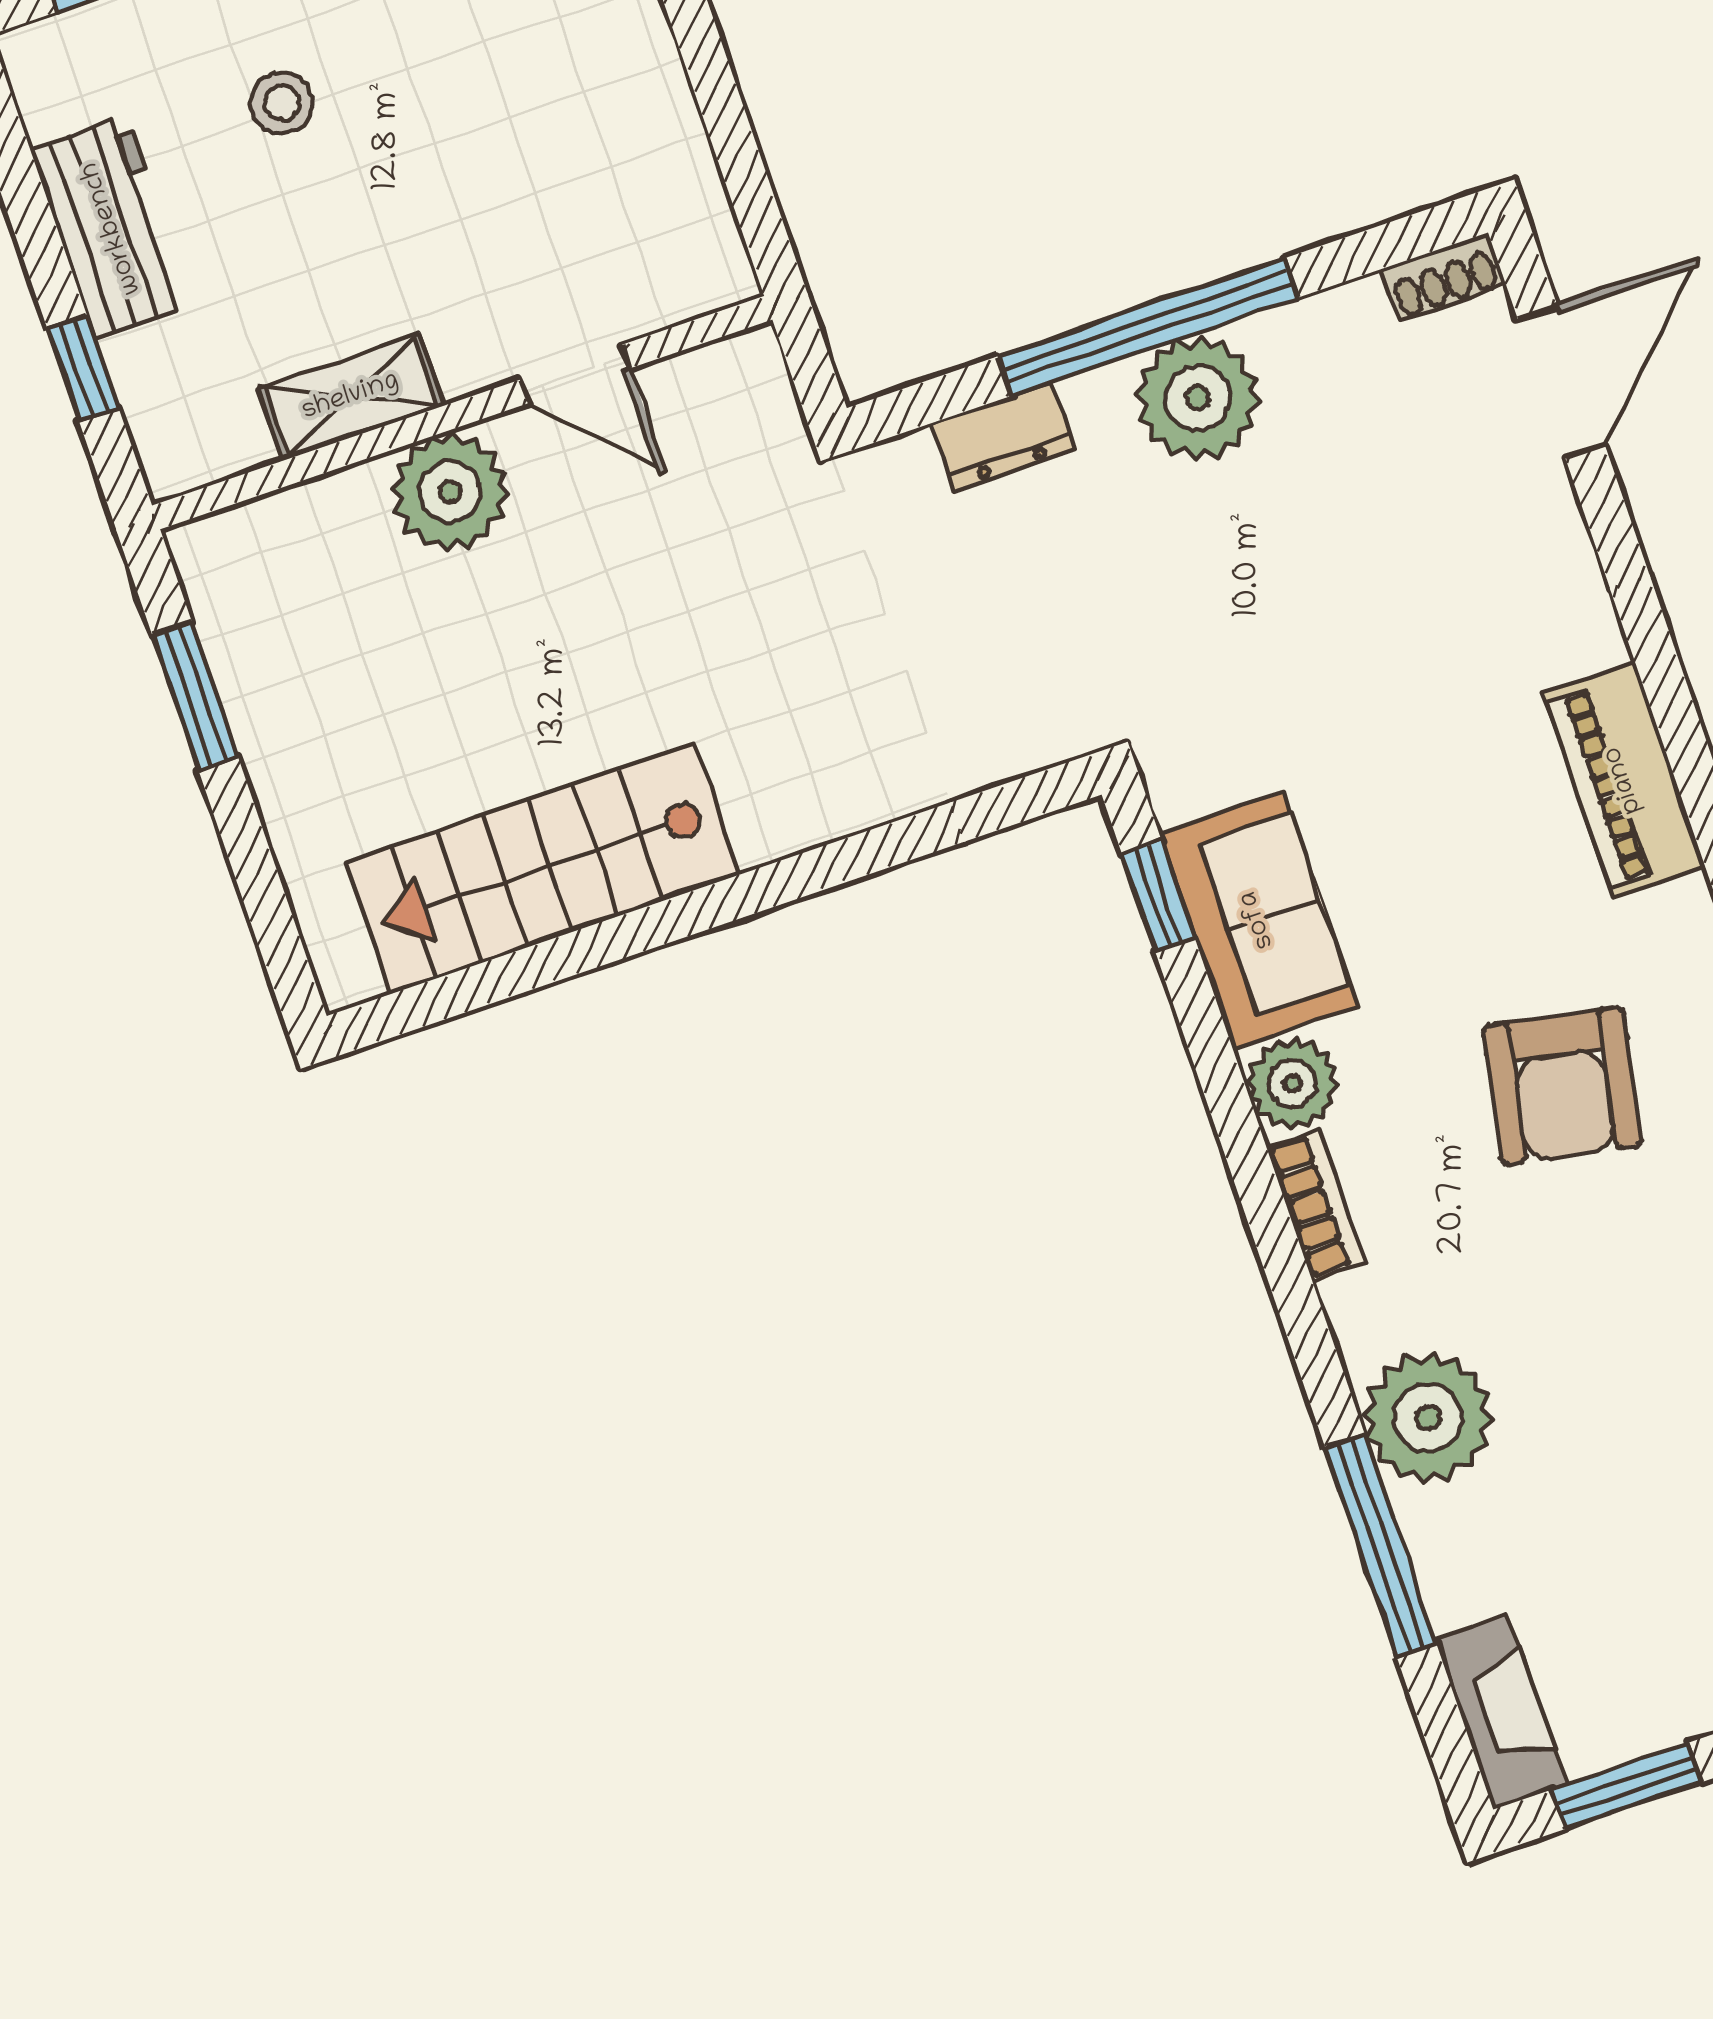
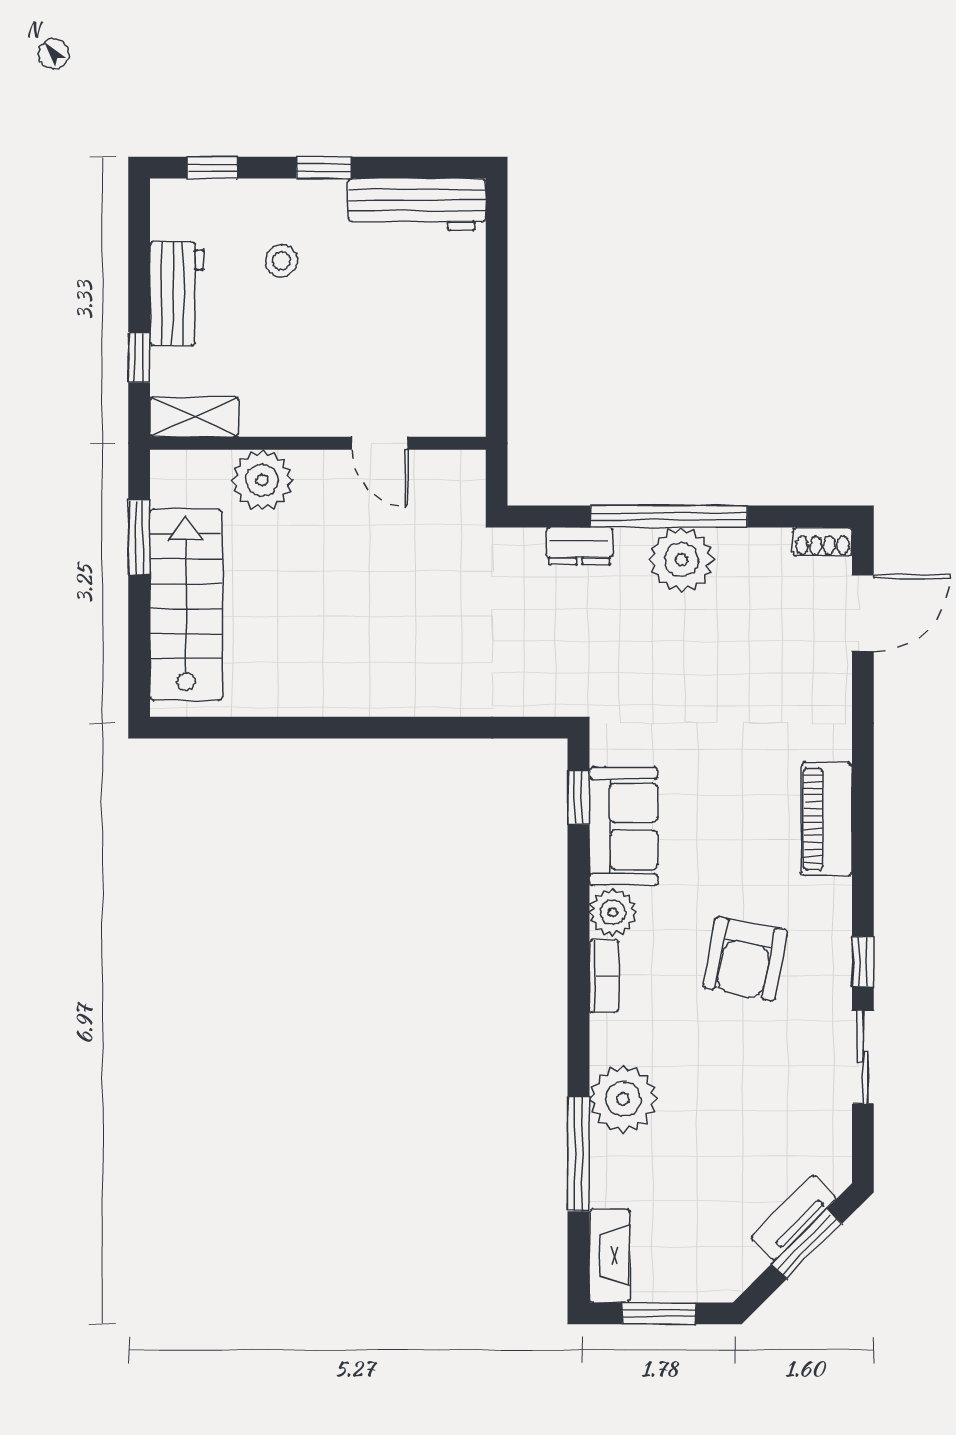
shelving: (351, 397) -> (194, 417), moved
plant: (450, 492) -> (262, 480), moved
stairs: (543, 868) -> (186, 605), moved, turned 90

